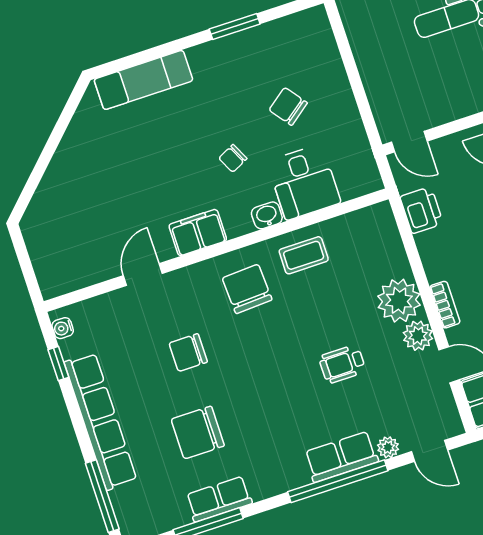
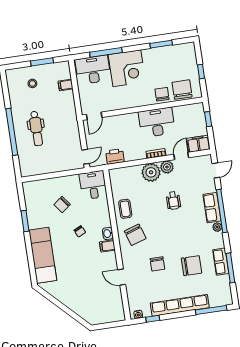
exam couch: (144, 80) -> (43, 255), width x1.36, depth x1.45
desk: (304, 182) -> (93, 185), moved, turned -90
washbasin: (267, 215) -> (108, 233), moved
filing cabinet: (198, 233) -> (107, 246), width x0.50
chair: (247, 289) -> (135, 235), turned -105
chair: (198, 432) -> (191, 266), turned -90
plant: (388, 447) -> (217, 227), moved

